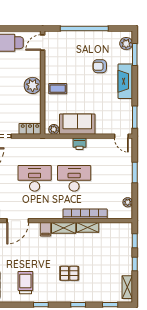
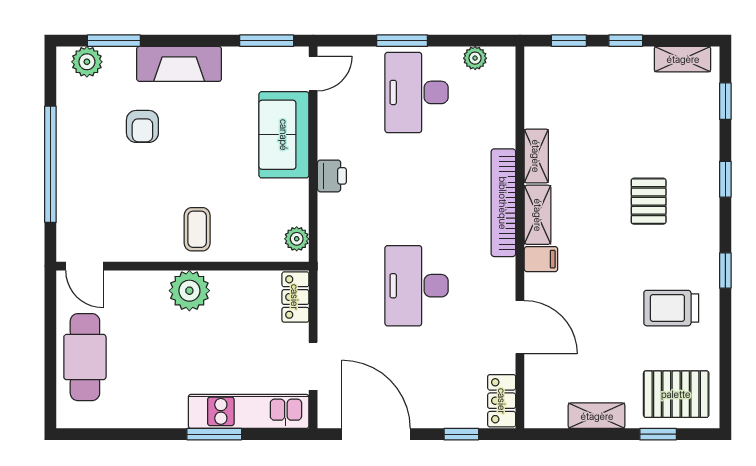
sofa: (77, 124) -> (284, 135), moved
desk: (74, 178) -> (417, 92), moved
bookcase: (85, 214) -> (503, 203), moved

